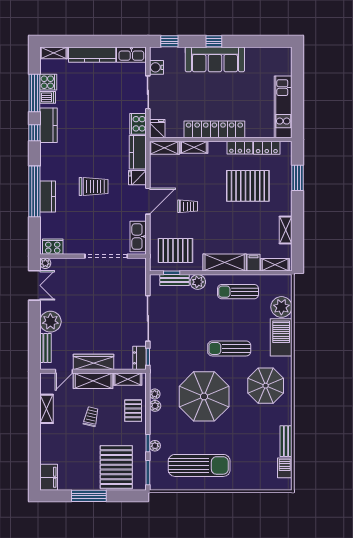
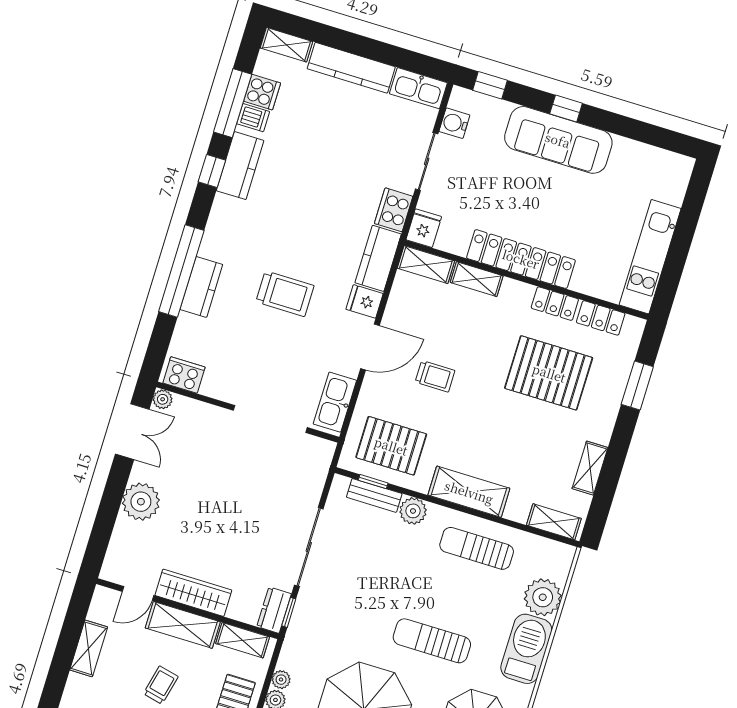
filing cabinet: (253, 263) -> (518, 507), removed
bench: (45, 348) -> (119, 544), removed

